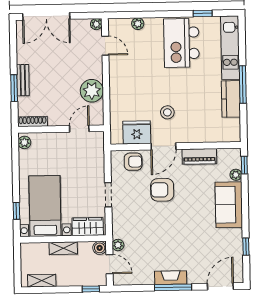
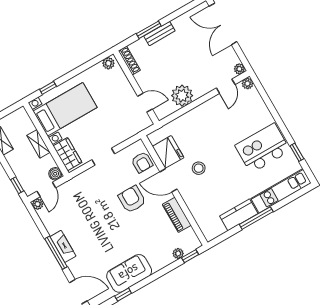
plant: (138, 24) -> (248, 84), moved
sofa: (229, 205) -> (129, 273), moved
plant: (118, 245) -> (38, 204), moved

